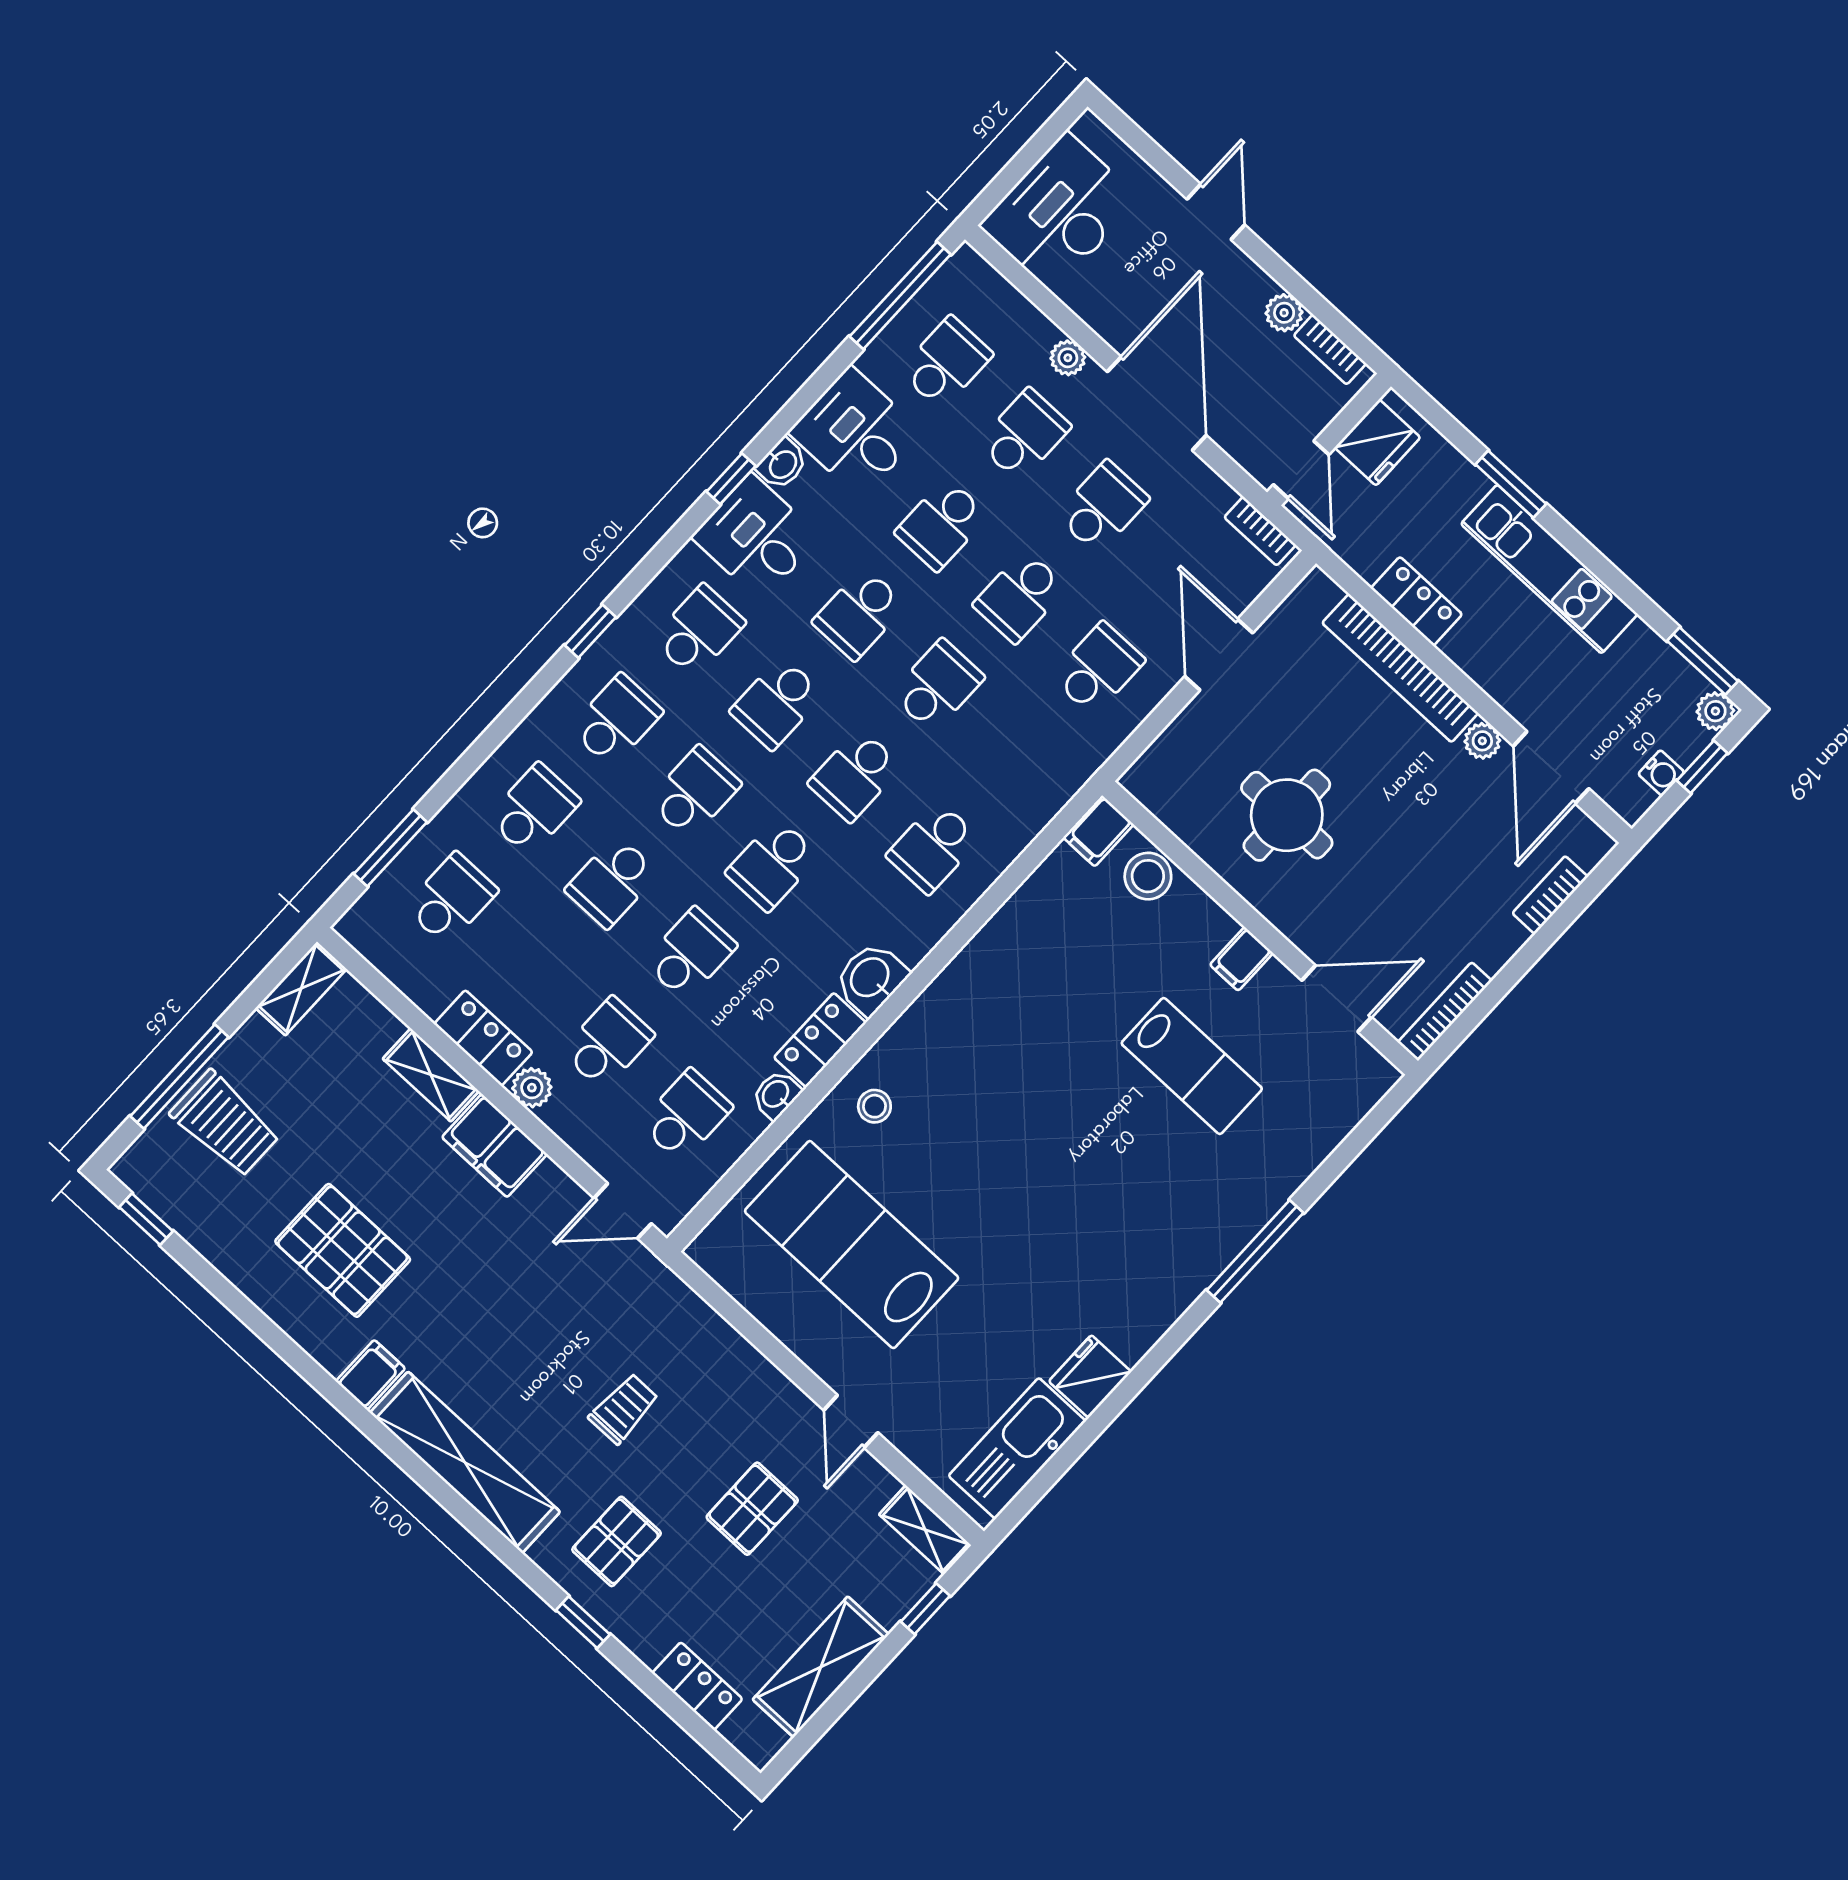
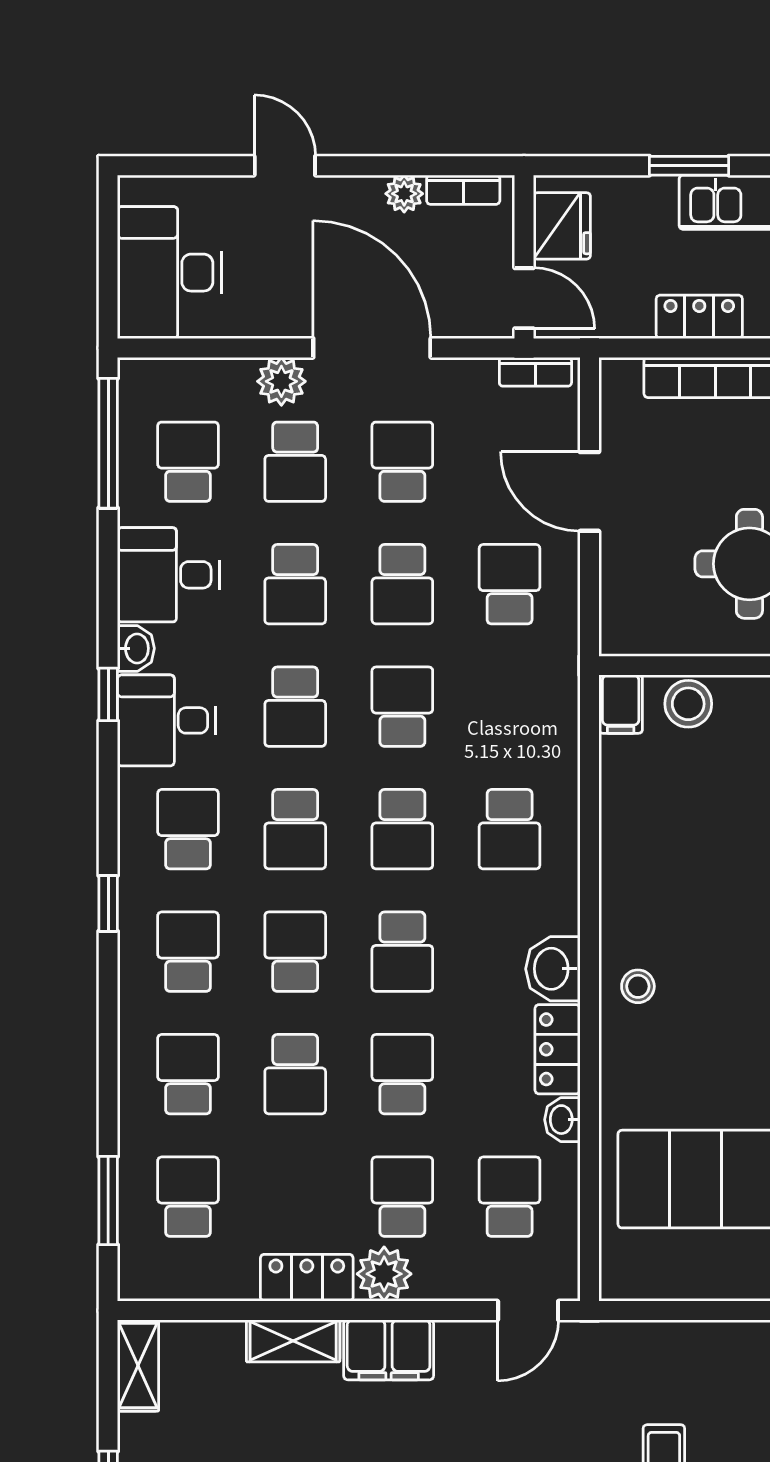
plant: (1068, 358) -> (281, 381), width x1.38, depth x1.38
school desk: (1024, 435) -> (295, 462), turned 180
plant: (532, 1088) -> (384, 1274), width x1.38, depth x1.38
stool: (874, 1106) -> (638, 986), moved

